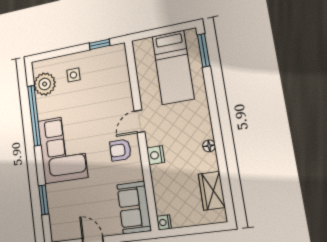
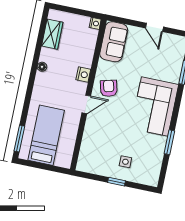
window: (100, 44) -> (116, 182), moved
plant: (45, 84) -> (152, 164), removed
window: (34, 116) -> (169, 142), width x0.47
armchair: (120, 150) -> (109, 88), turned -104

